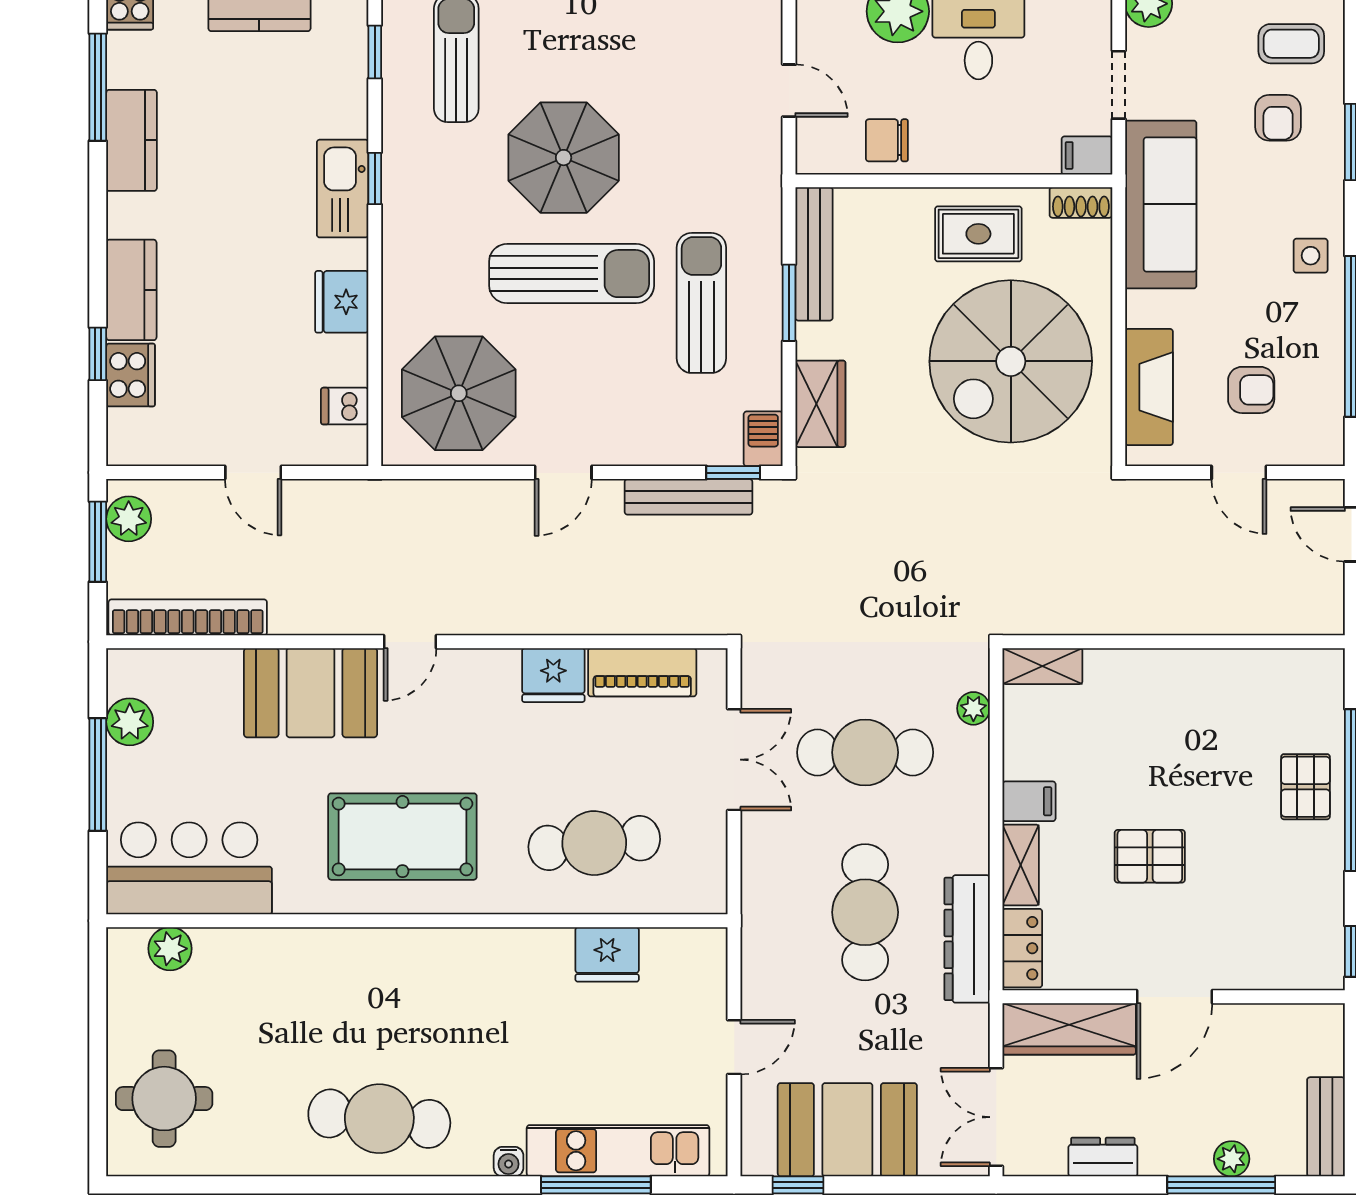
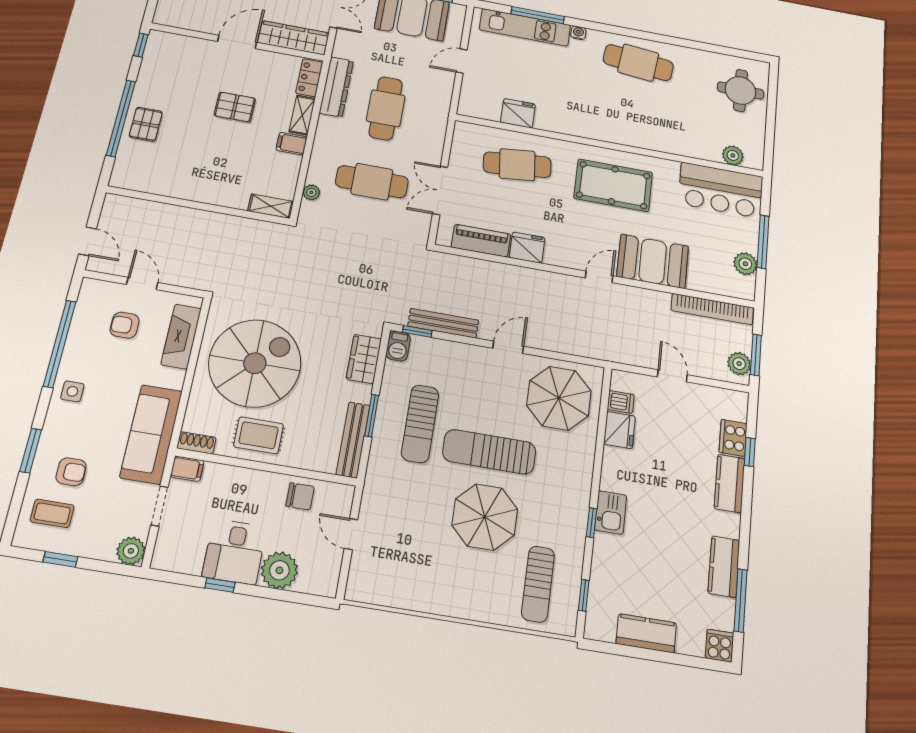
armchair: (1278, 118) -> (71, 472), turned 90
kitchen sink: (343, 189) -> (611, 513), width x0.73
fridge: (342, 302) -> (619, 430), moved

